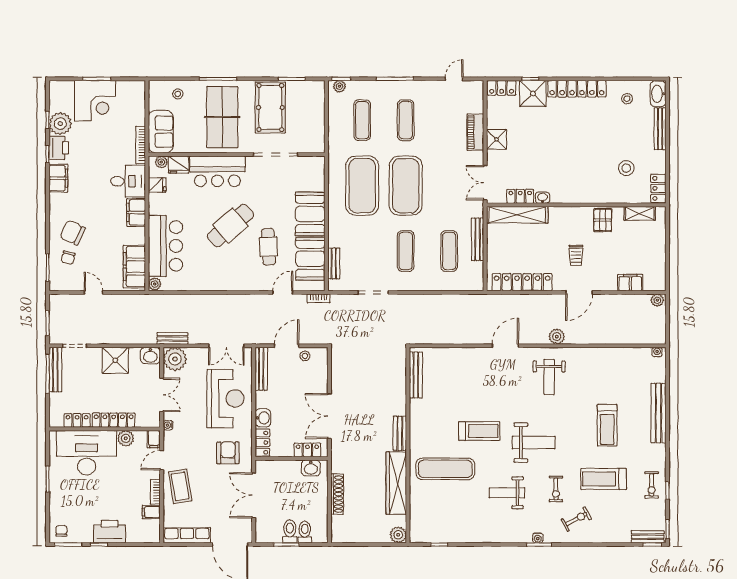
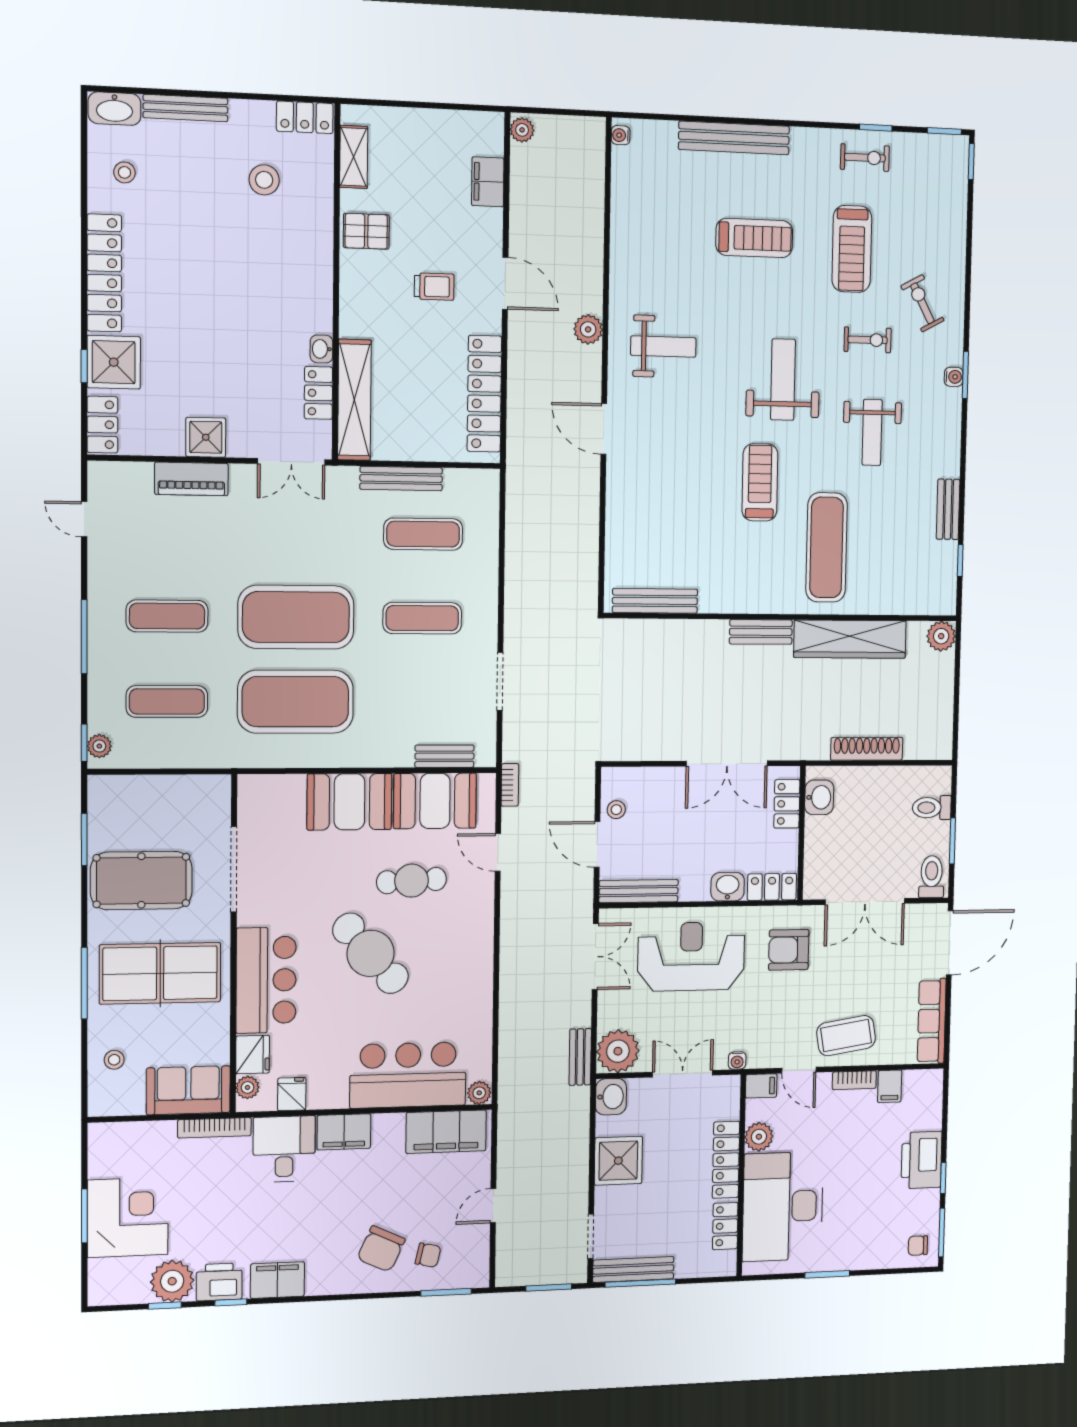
toilet: (290, 531) -> (932, 877), moved, turned 90
bench: (648, 537) -> (948, 509), moved

